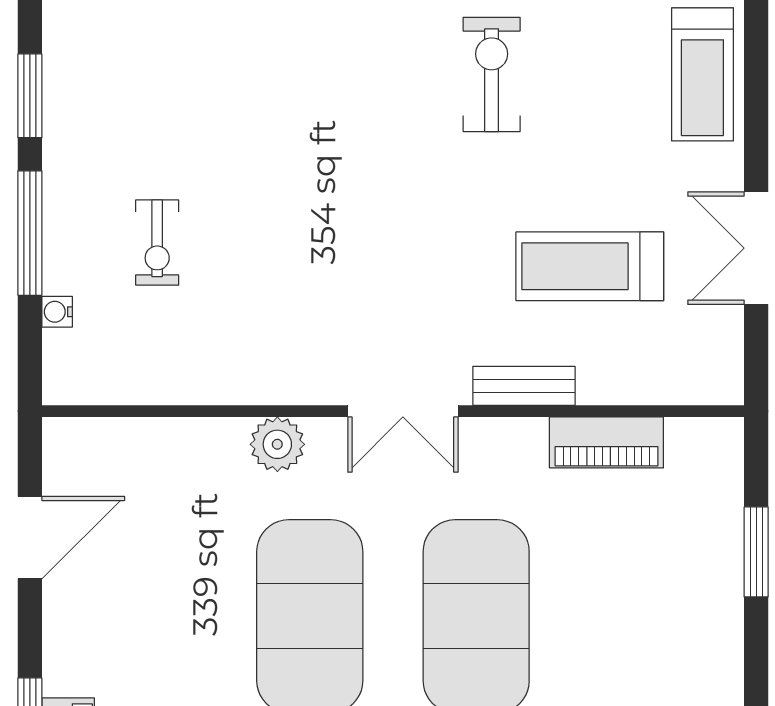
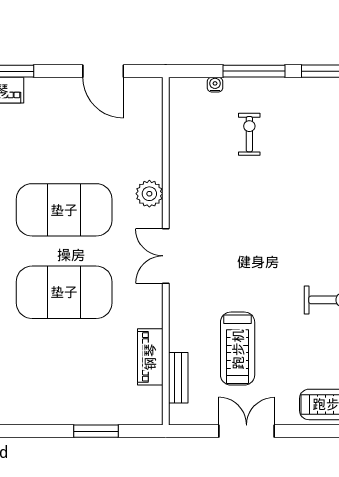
exercise bike: (157, 243) -> (249, 134), turned 90
treadmill: (590, 266) -> (238, 349), turned 180
bench: (524, 386) -> (178, 378), moved

